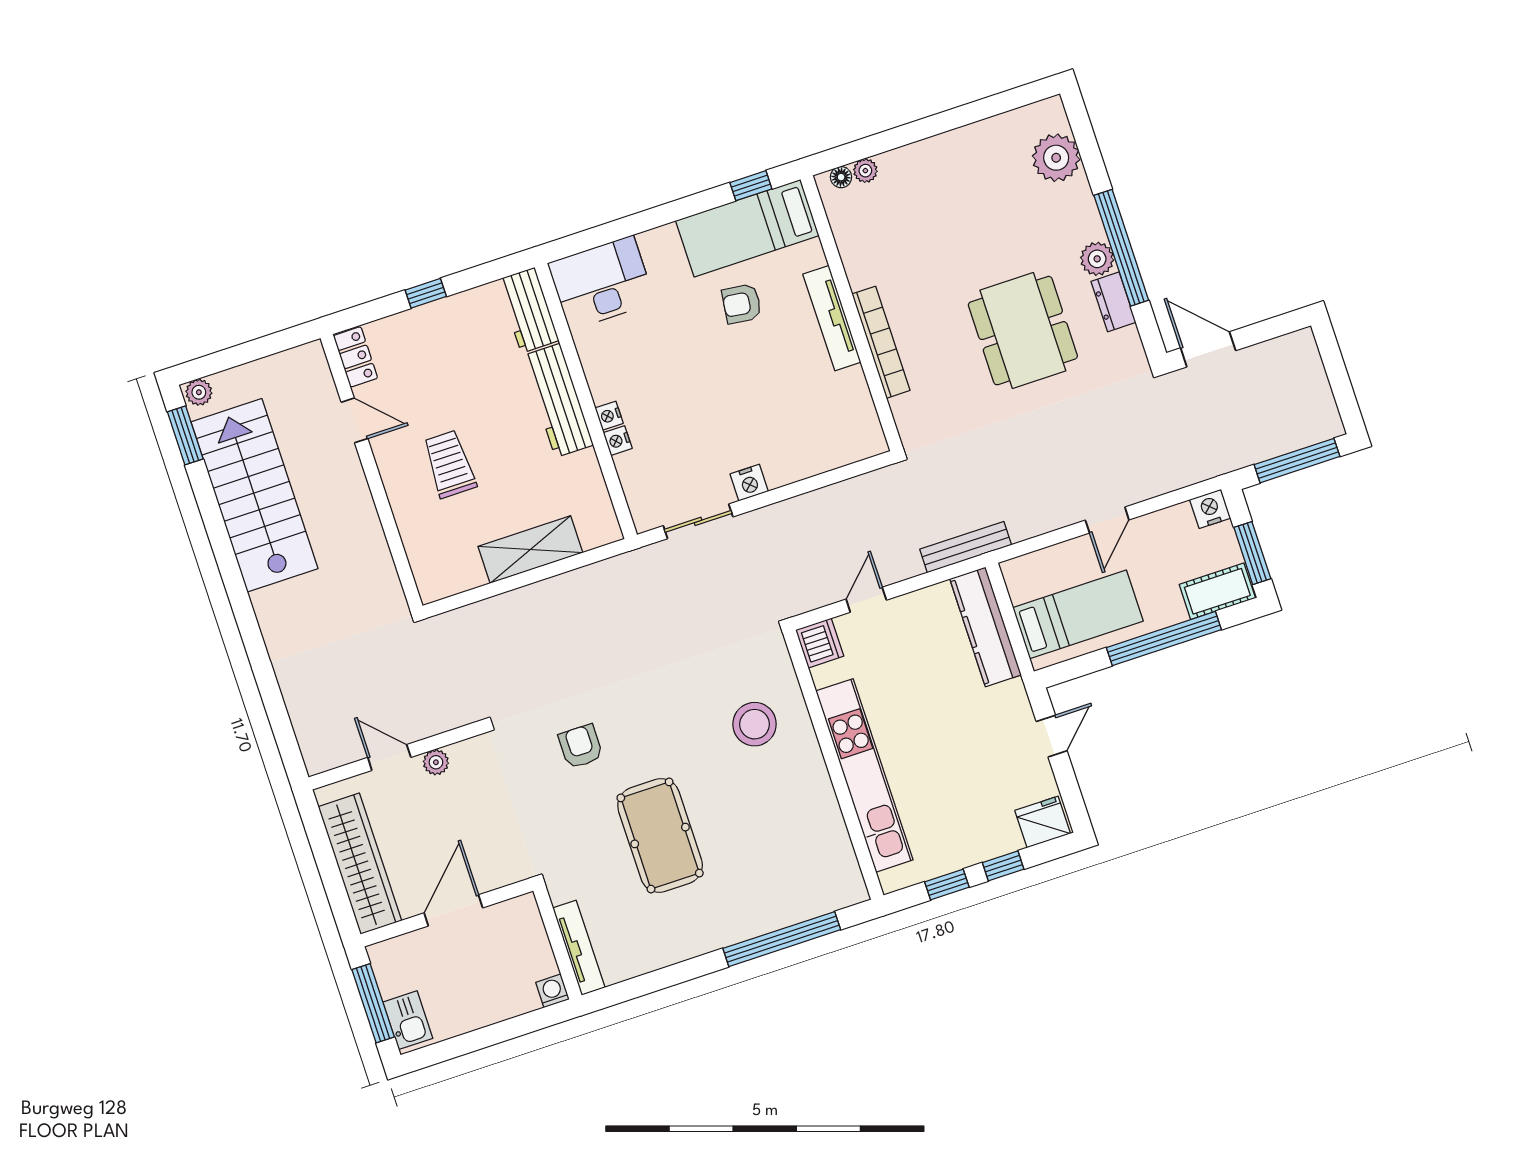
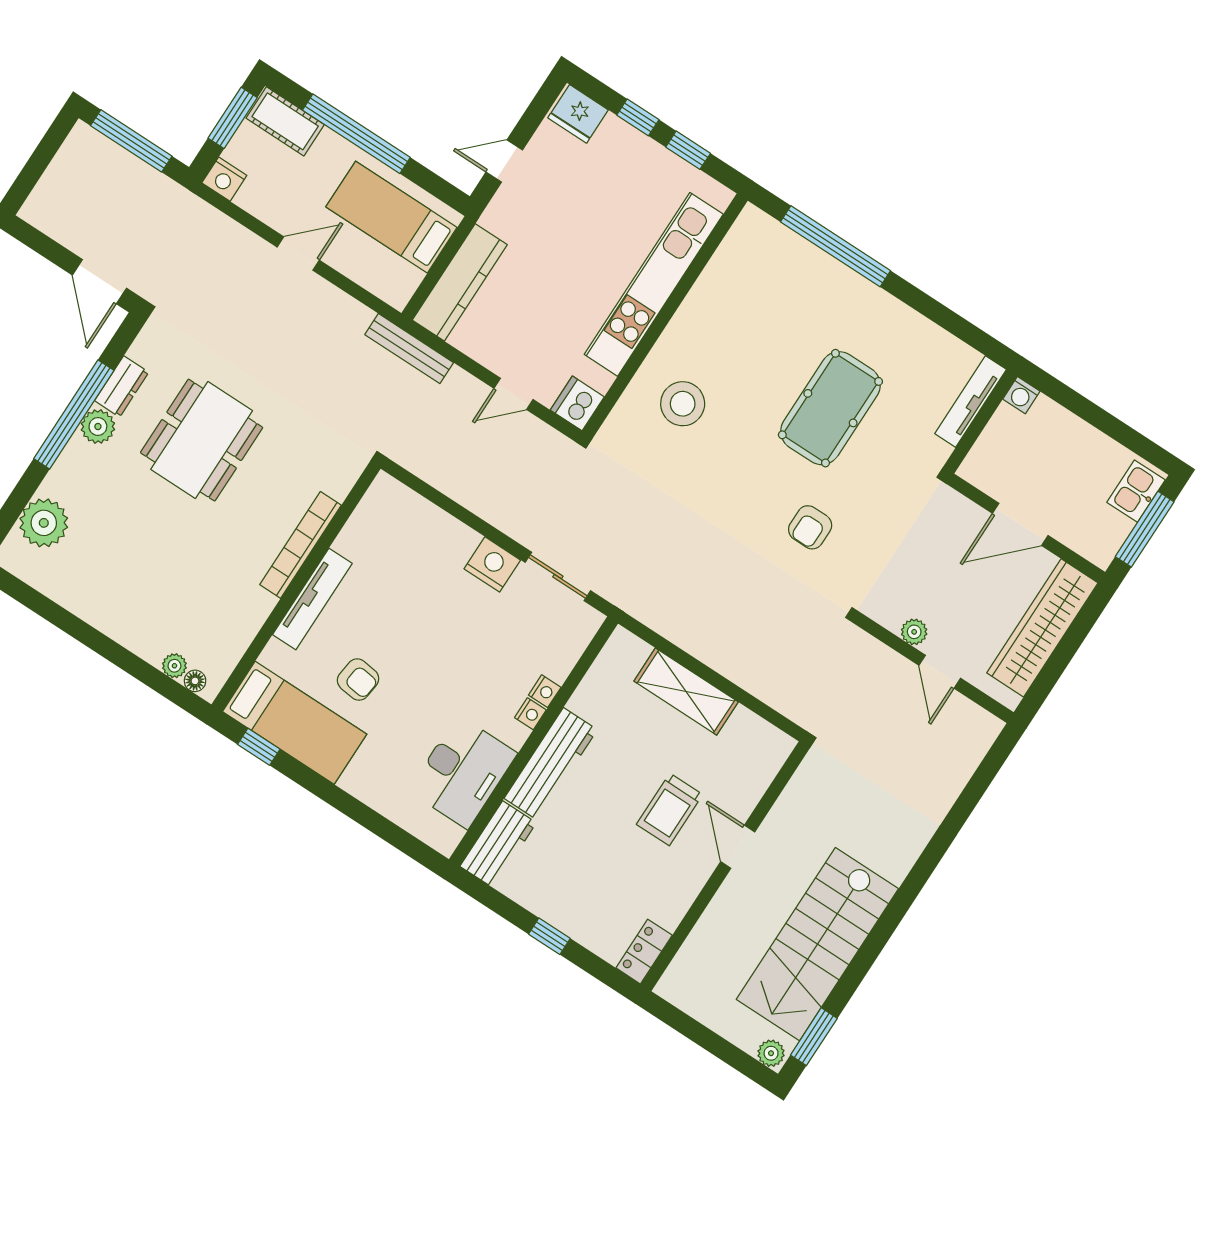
desk: (601, 283) -> (463, 772), moved, turned -90
door: (354, 420) -> (738, 847), moved
nightstand: (749, 483) -> (492, 564), width x1.36, depth x1.33

